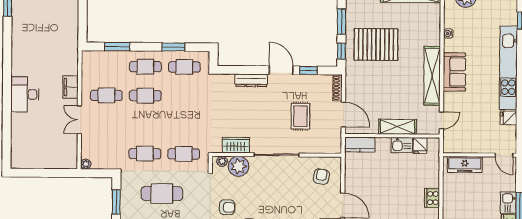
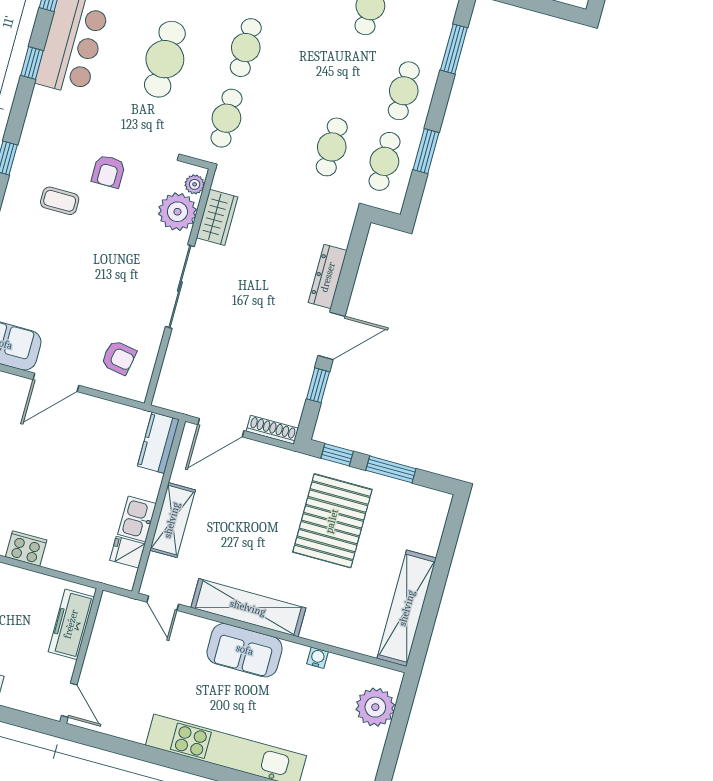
cafe table: (145, 96) -> (332, 147), moved
rug: (300, 116) -> (239, 349), removed
fridge: (509, 118) -> (135, 726), removed
door: (504, 155) -> (69, 700), swing flipped

